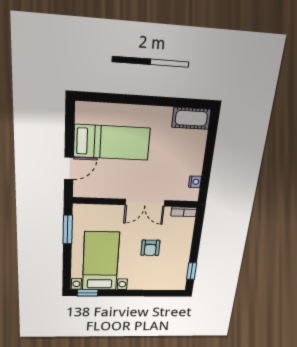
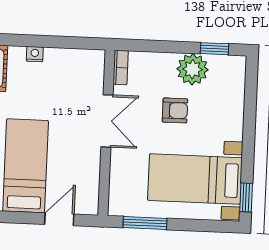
door: (69, 168) -> (59, 219), hinge flipped
nightstand: (195, 182) -> (35, 54), moved
plant: (179, 258) -> (193, 69), added

